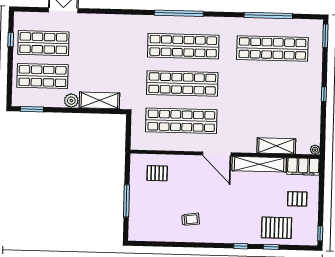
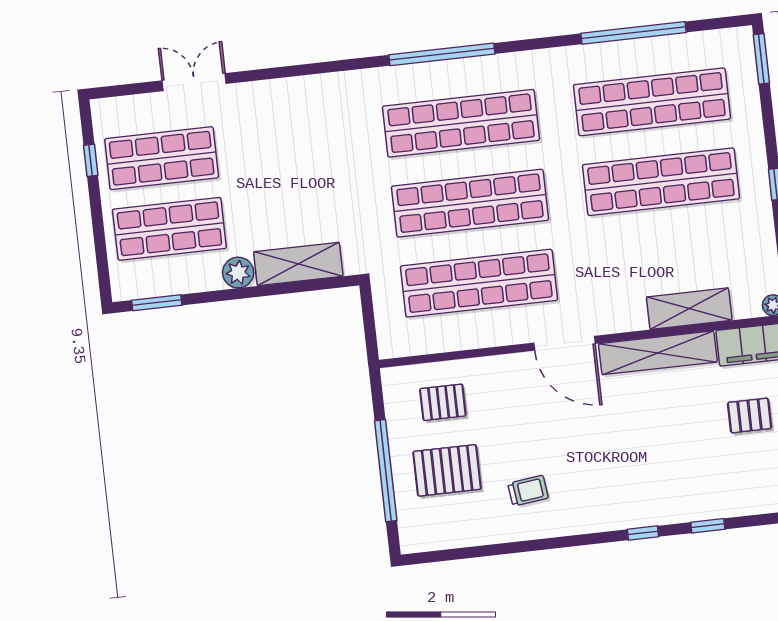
shop shelf: (271, 86) -> (661, 182), added
window: (126, 201) -> (386, 471), width x1.46
pallet: (277, 228) -> (447, 470), moved

